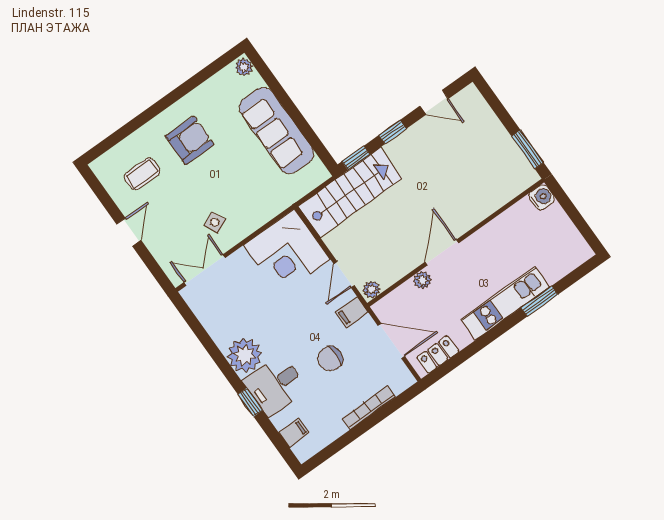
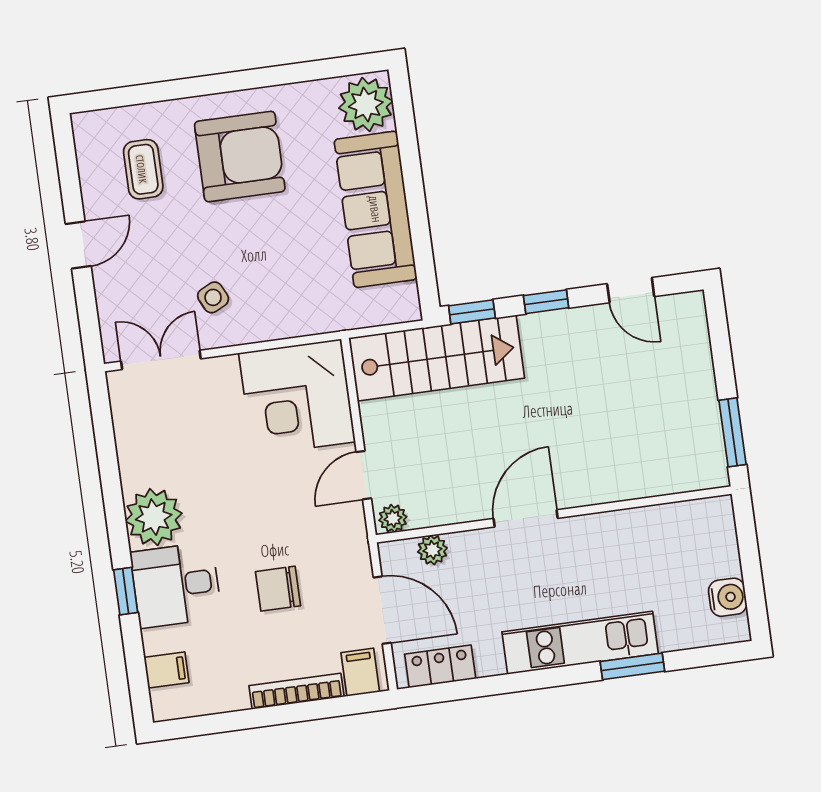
plant: (244, 67) -> (366, 104), width x1.87, depth x1.87
armchair: (190, 140) -> (240, 157), width x1.36, depth x1.36
coffee table: (142, 174) -> (143, 169), turned 90
water cooler: (542, 197) -> (728, 597), moved
plant: (422, 280) -> (432, 550), moved
filing cabinet: (352, 312) -> (360, 672), moved, turned 90

